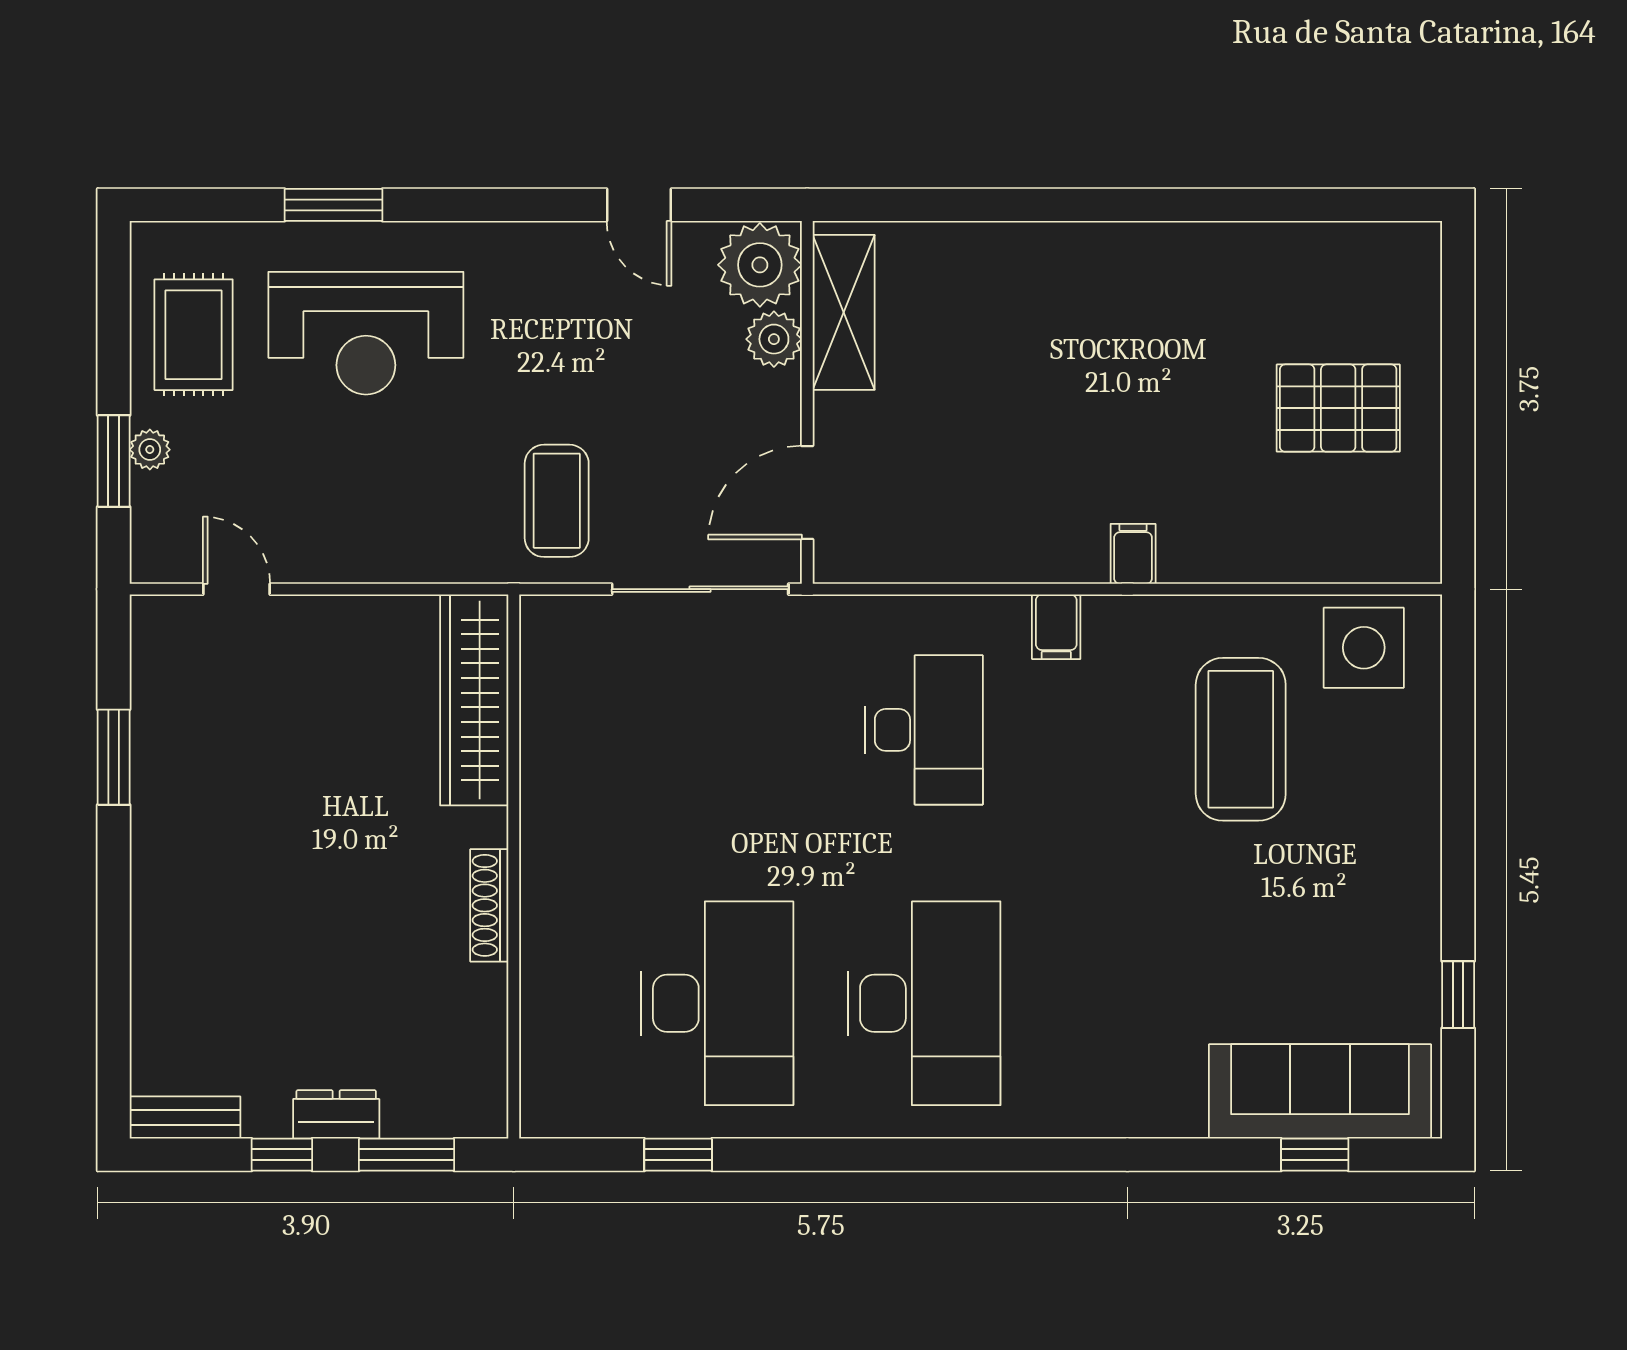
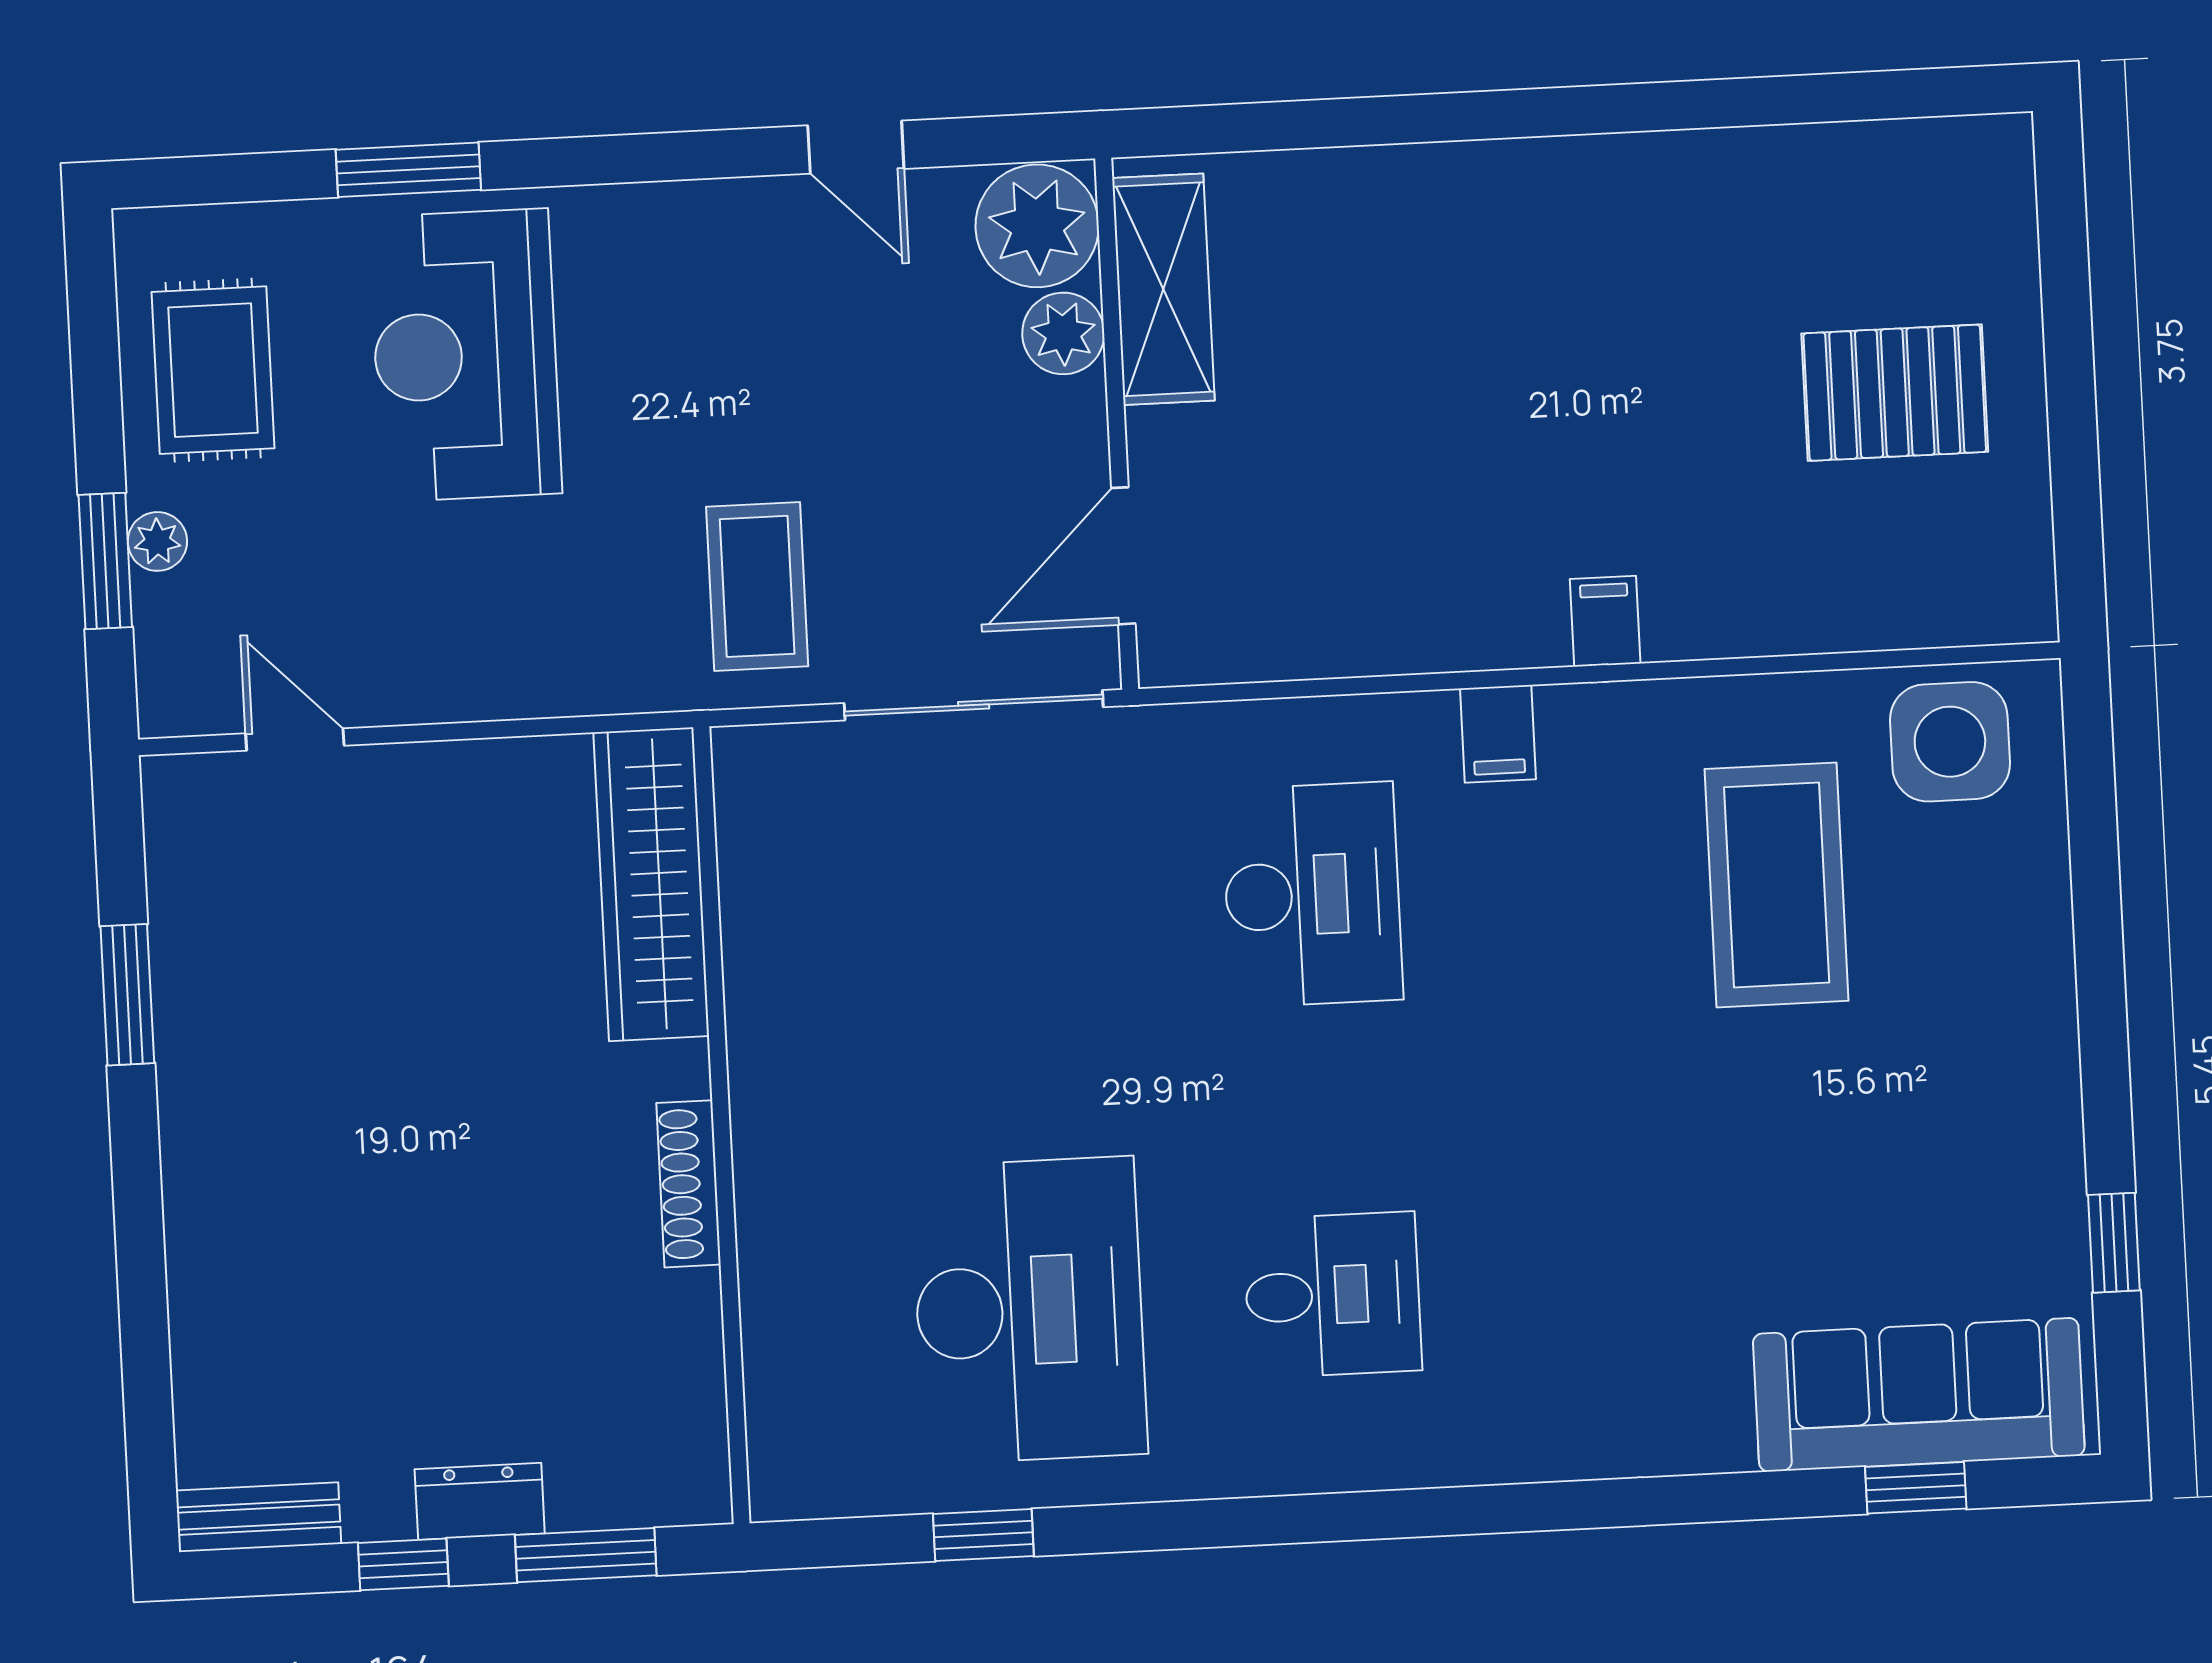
reception desk: (366, 333) -> (465, 355), turned 90
desk: (924, 1003) -> (1333, 1295), width x0.53, depth x0.77

